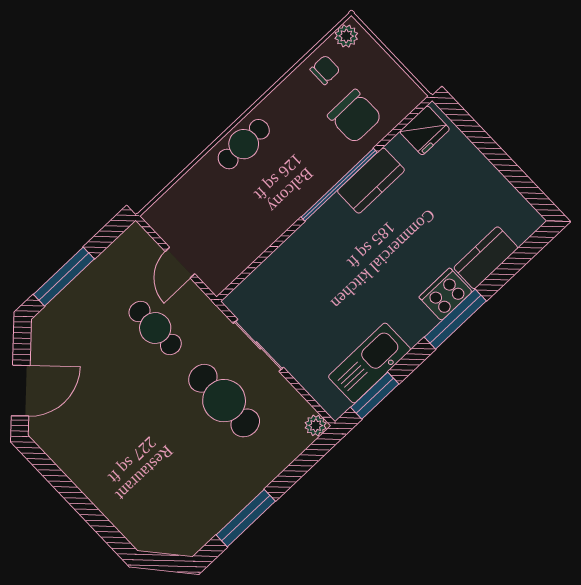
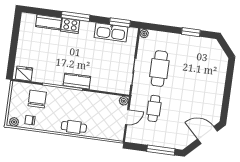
kitchen counter: (371, 181) -> (77, 81), moved
plant: (217, 281) -> (124, 101), added
window: (246, 518) -> (191, 32), width x0.69

